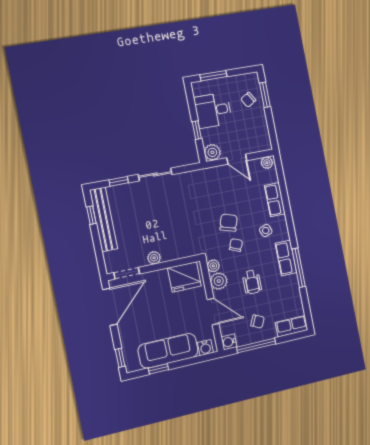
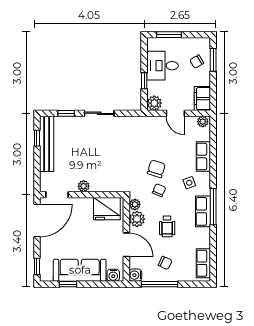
filing cabinet: (262, 138) -> (202, 99), added
window: (299, 268) -> (213, 207), moved
row of seats: (292, 326) -> (203, 263), moved, turned -90

